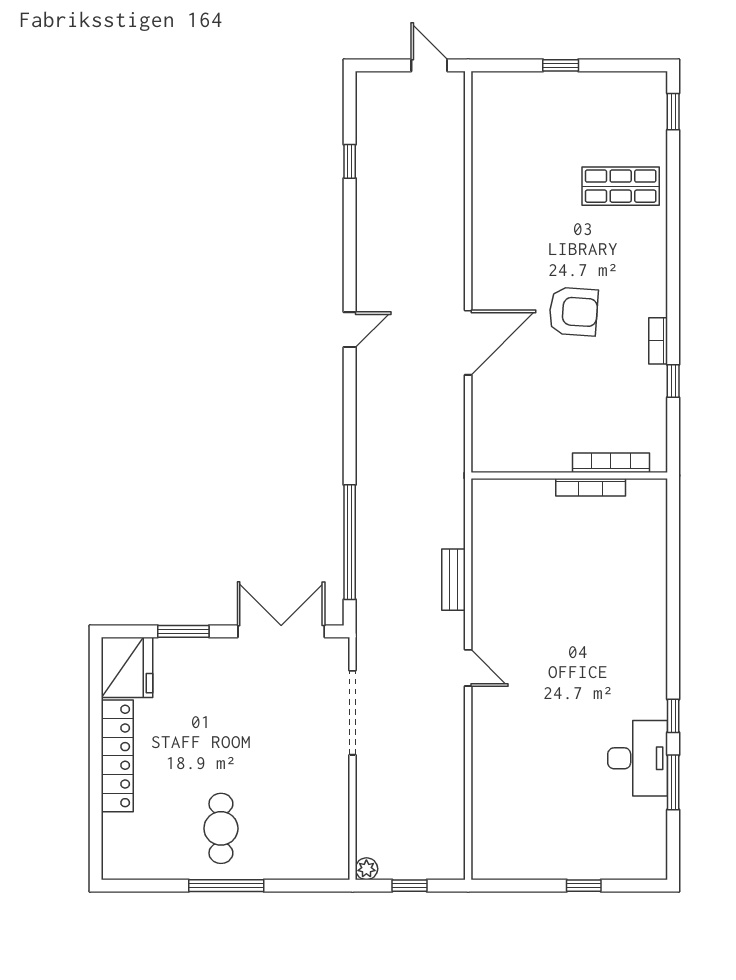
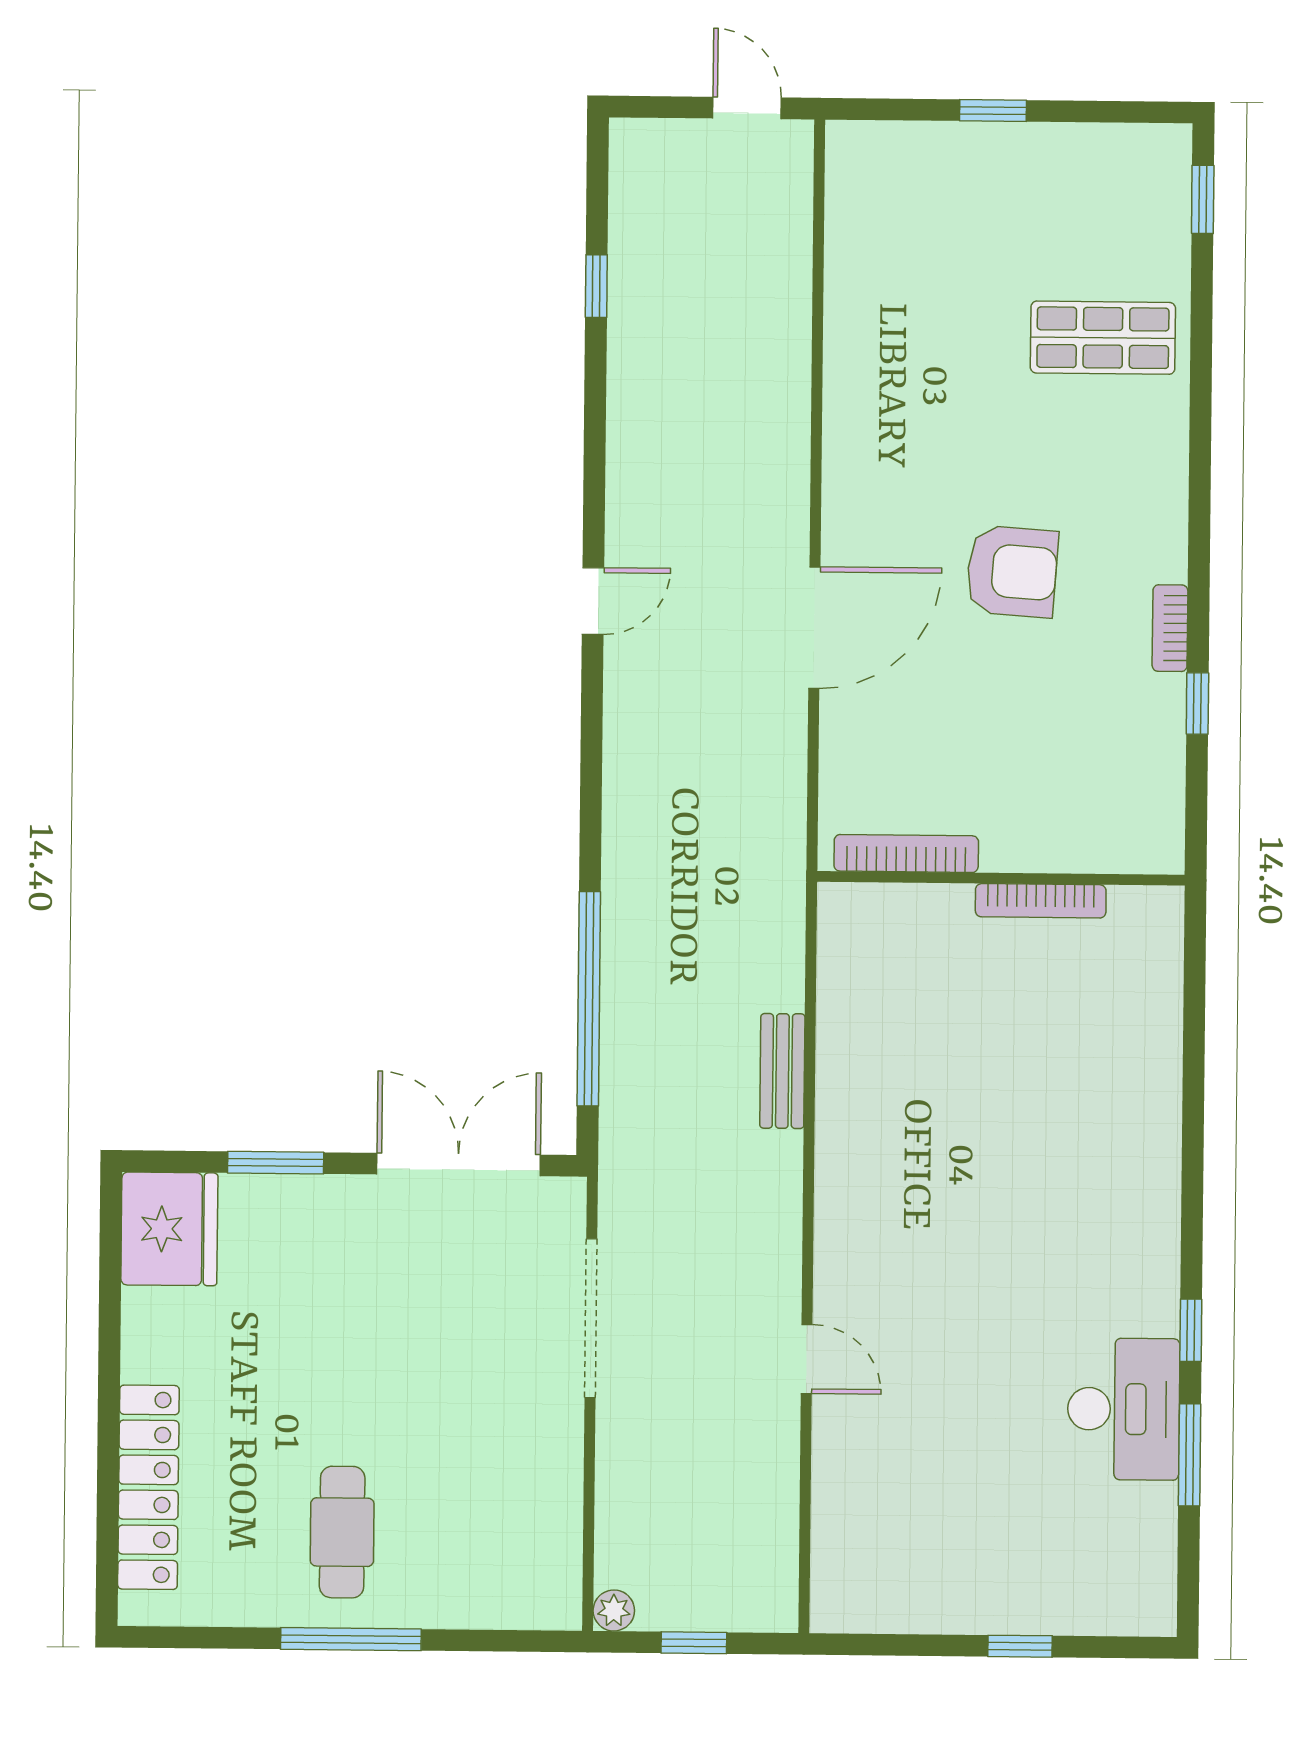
bookcase: (611, 463) -> (906, 853), moved
door: (468, 668) -> (807, 1359), moved
locker: (117, 756) -> (148, 1487), moved

